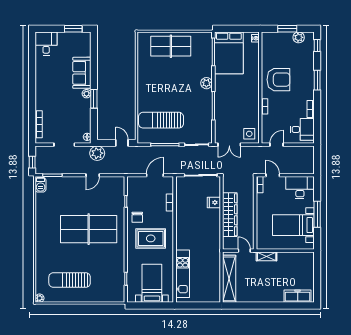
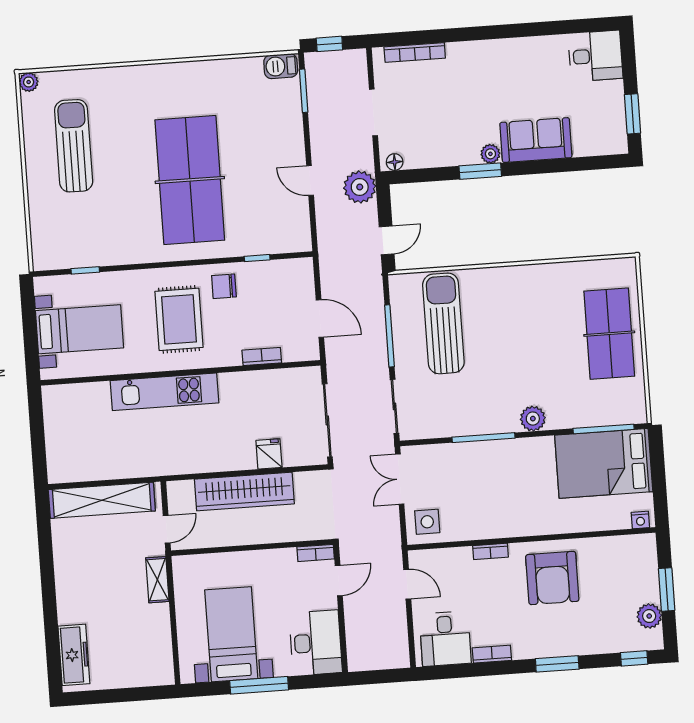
kitchen unit: (183, 274) -> (164, 392), moved

